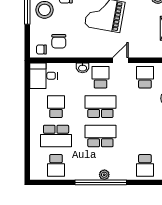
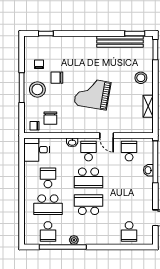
door: (120, 60) -> (107, 136), swing flipped
school desk: (100, 107) -> (89, 178), turned 180
plant: (104, 175) -> (74, 240), moved
window: (101, 182) -> (63, 247), moved

